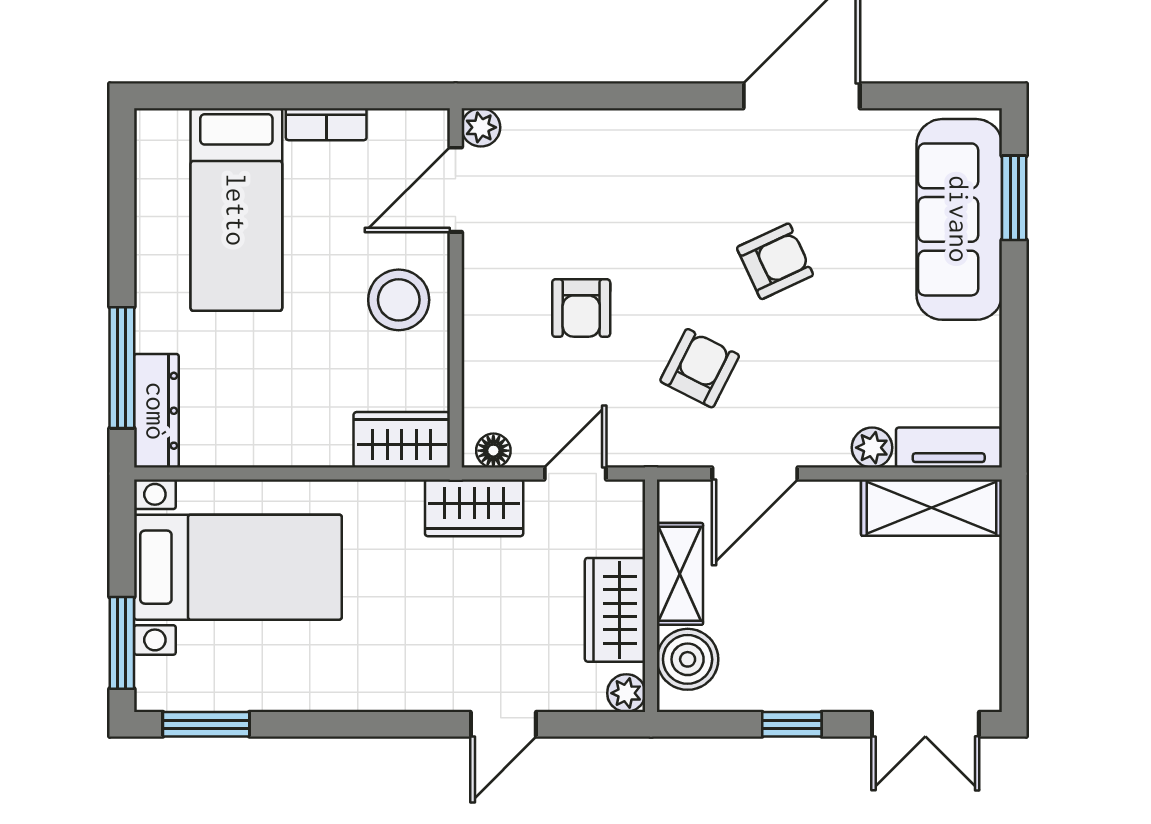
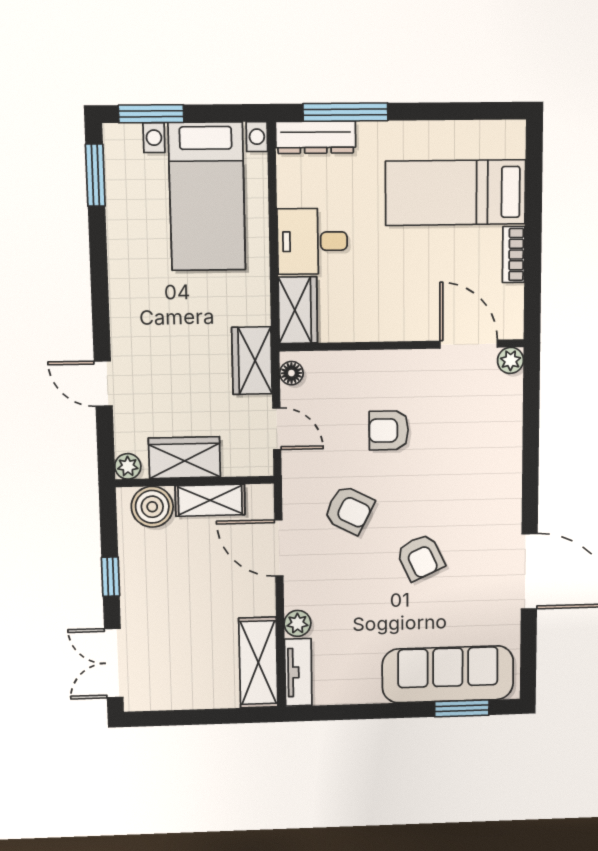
stool: (399, 300) -> (394, 306), removed
desk: (303, 417) -> (312, 241), added

